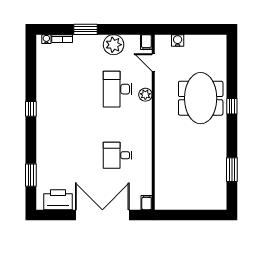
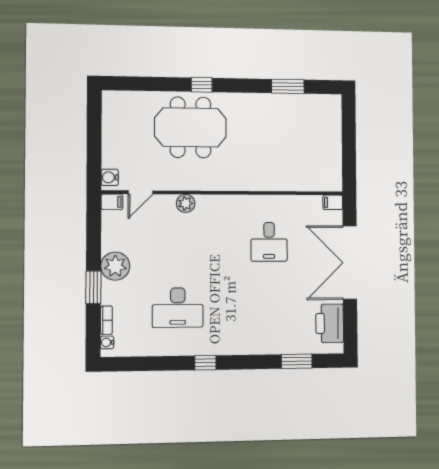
water cooler: (178, 41) -> (110, 177), moved
plant: (114, 45) -> (115, 266), moved
desk: (118, 89) -> (178, 308), moved

